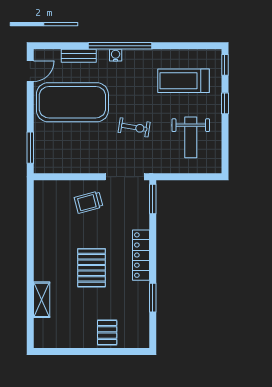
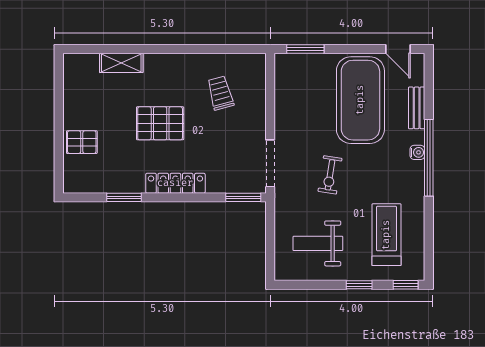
trolley: (89, 202) -> (220, 93), moved

